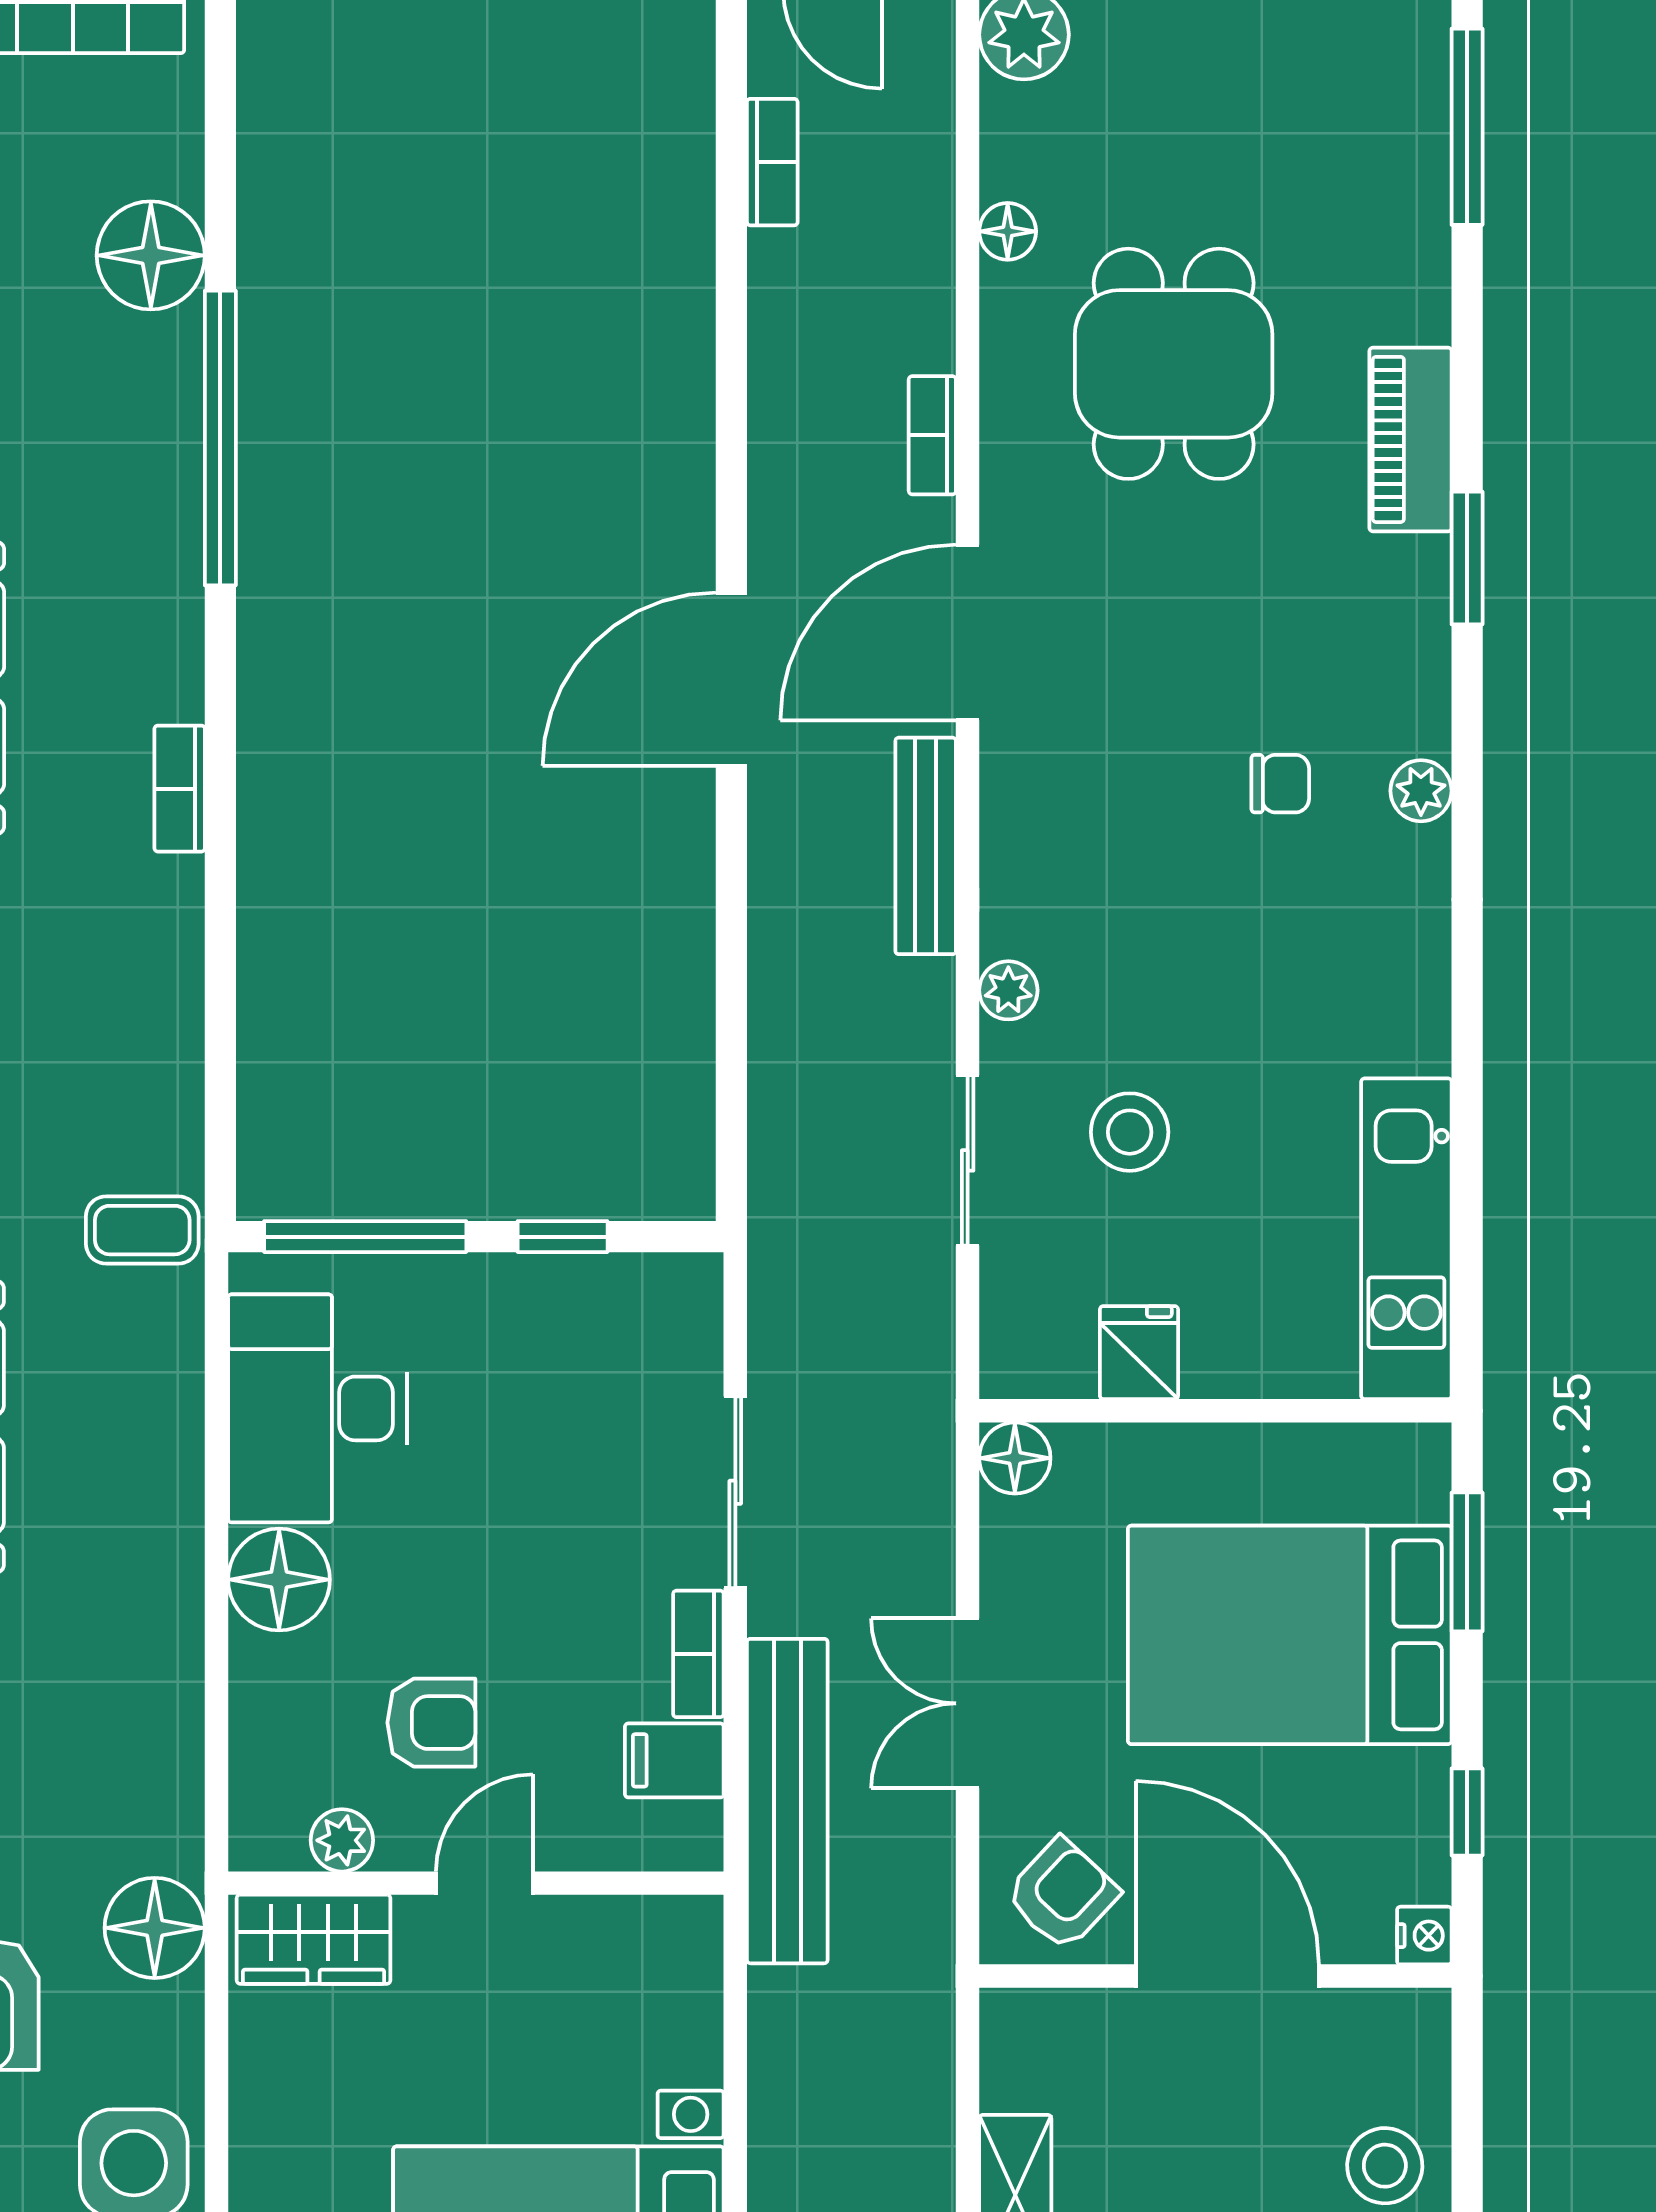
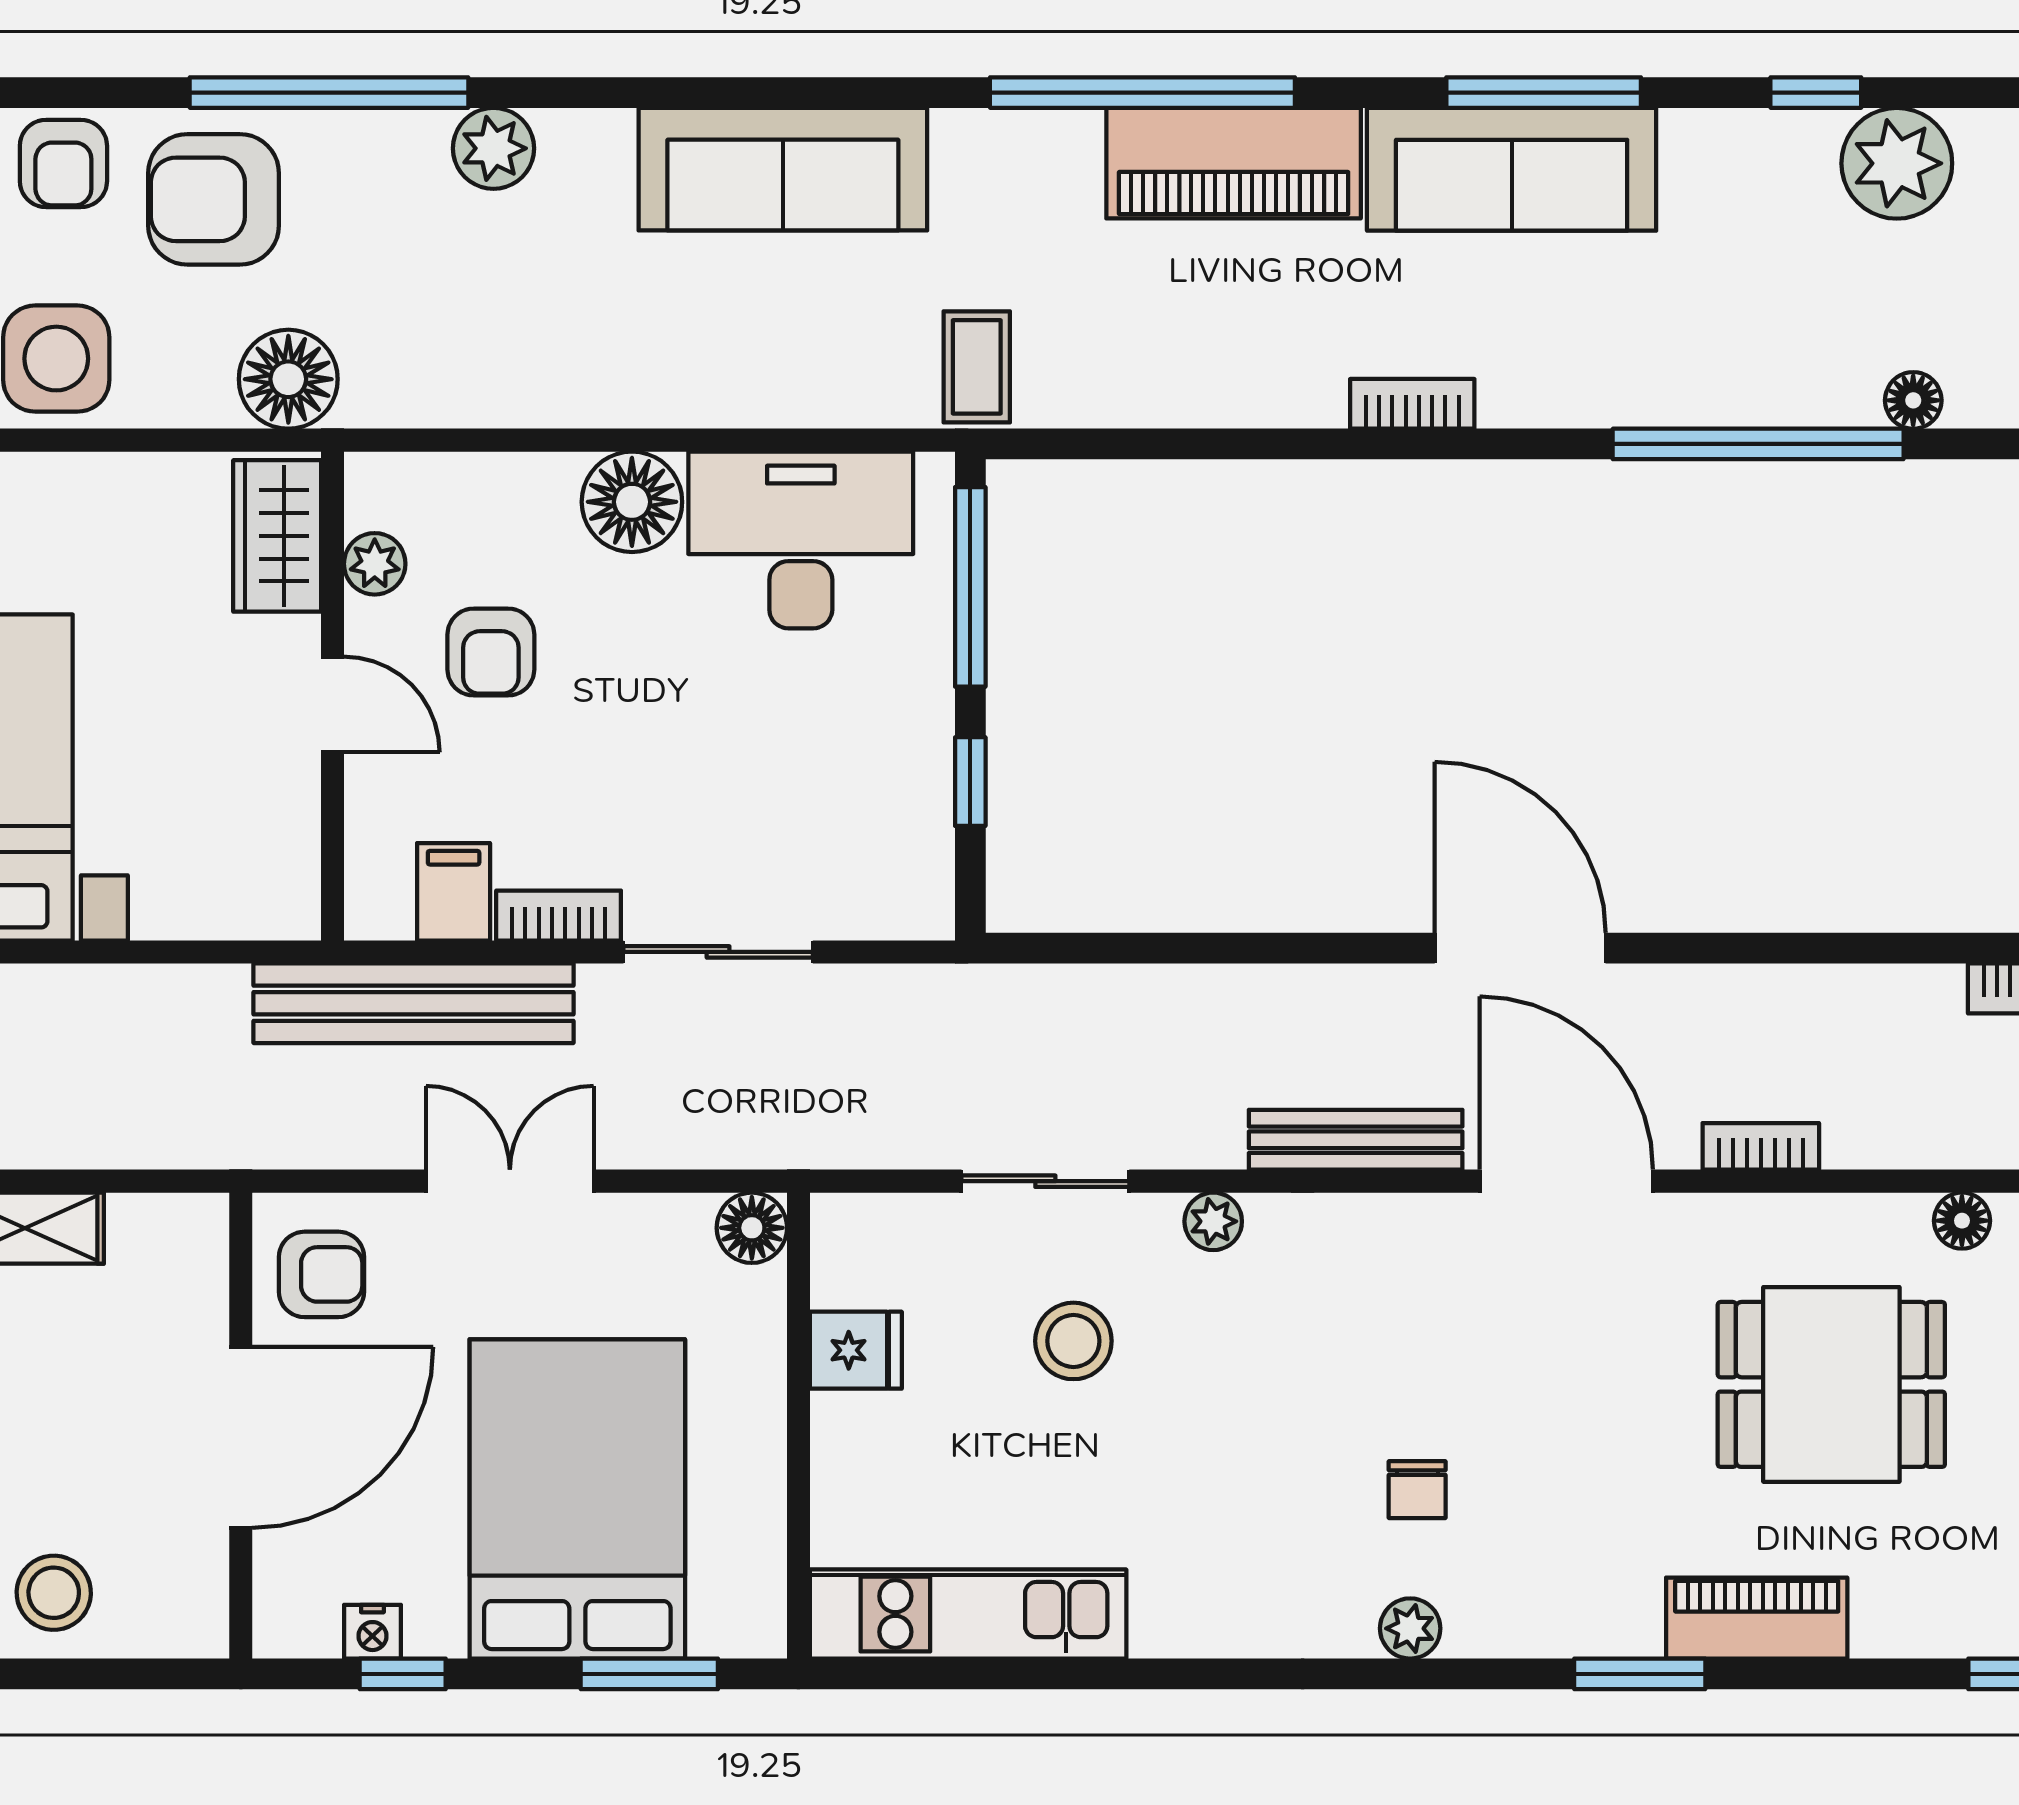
floor lamp: (151, 255) -> (1913, 400), width x0.53, depth x0.53
armchair: (1062, 1894) -> (321, 1274), turned -43
nightstand: (1424, 1936) -> (372, 1632), moved

